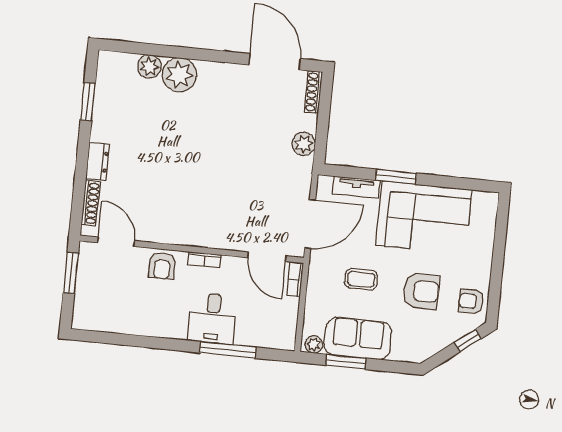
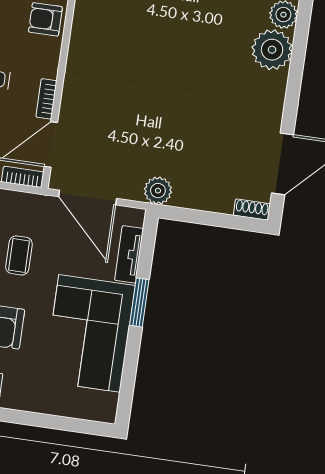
shoe rack: (313, 92) -> (252, 210), width x0.70
plant: (304, 144) -> (158, 191), moved
bookcase: (204, 260) -> (46, 99), moved

